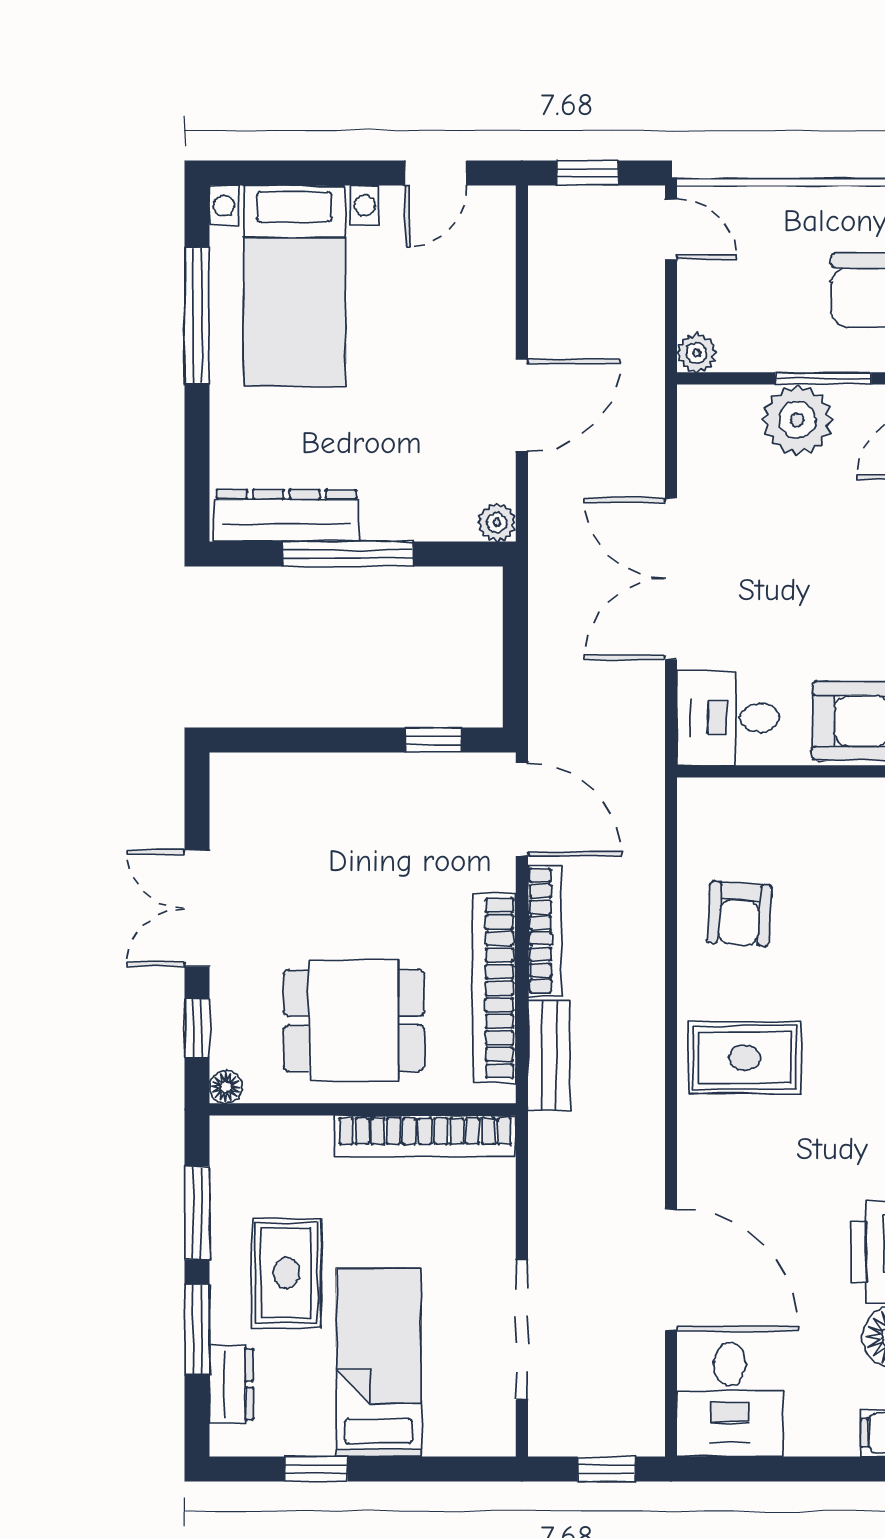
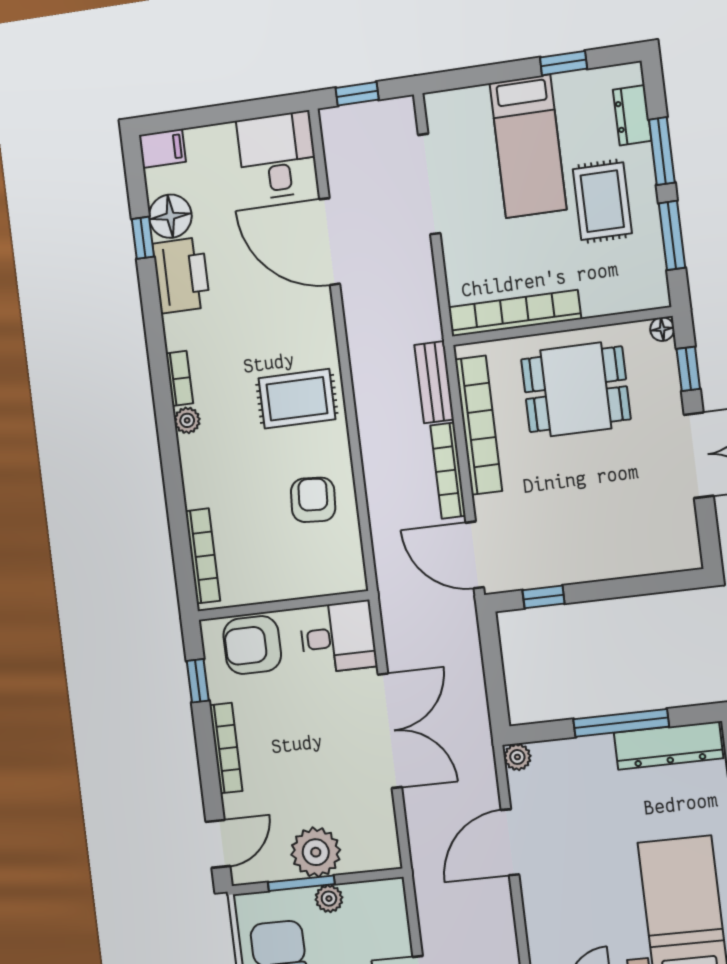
plant: (697, 353) -> (329, 899), moved

